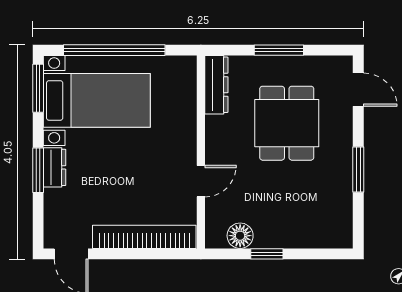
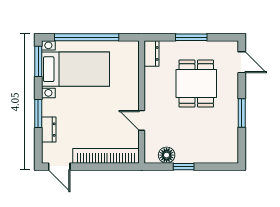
dresser: (216, 85) -> (151, 53), width x0.70
dresser: (55, 167) -> (49, 130), moved
door: (201, 181) -> (142, 120), swing flipped

